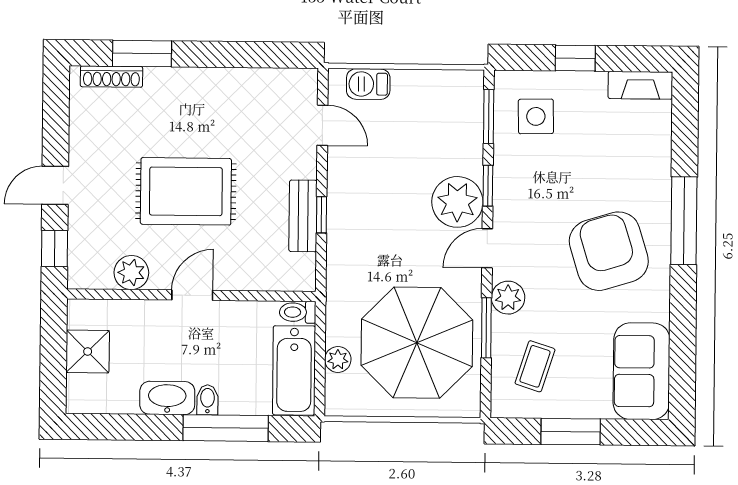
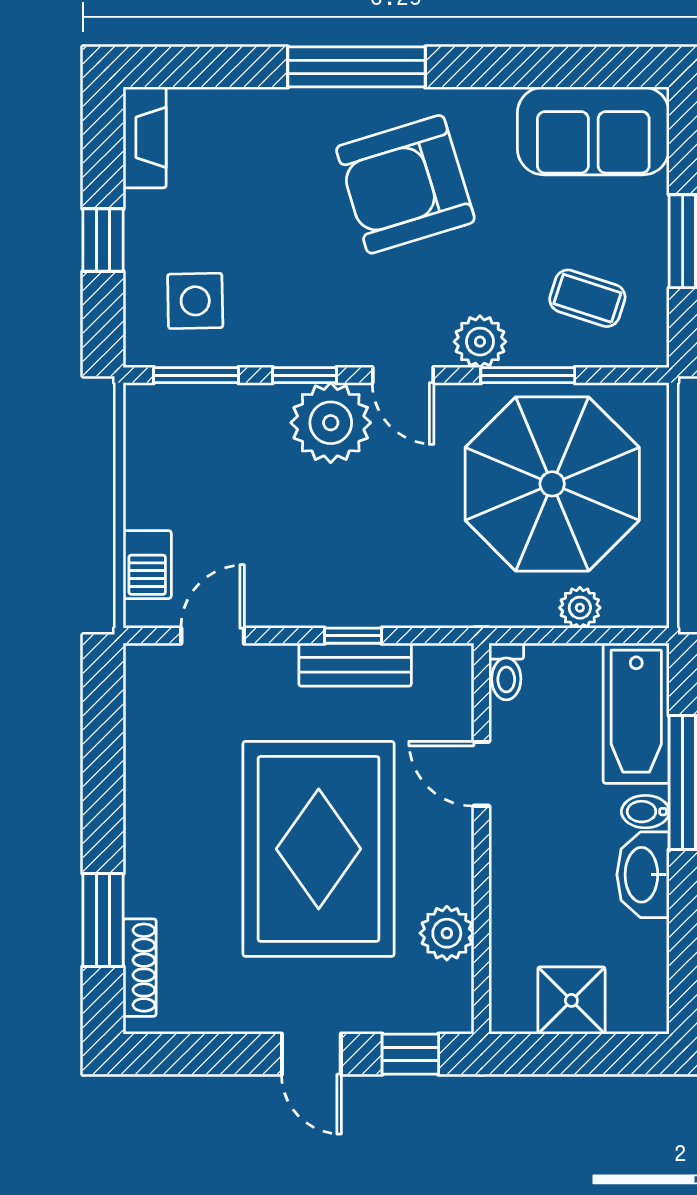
rug: (186, 191) -> (319, 849), width x1.37, depth x1.44
door: (192, 295) -> (481, 774), moved
bathtub: (294, 370) -> (636, 713), moved, turned 90

